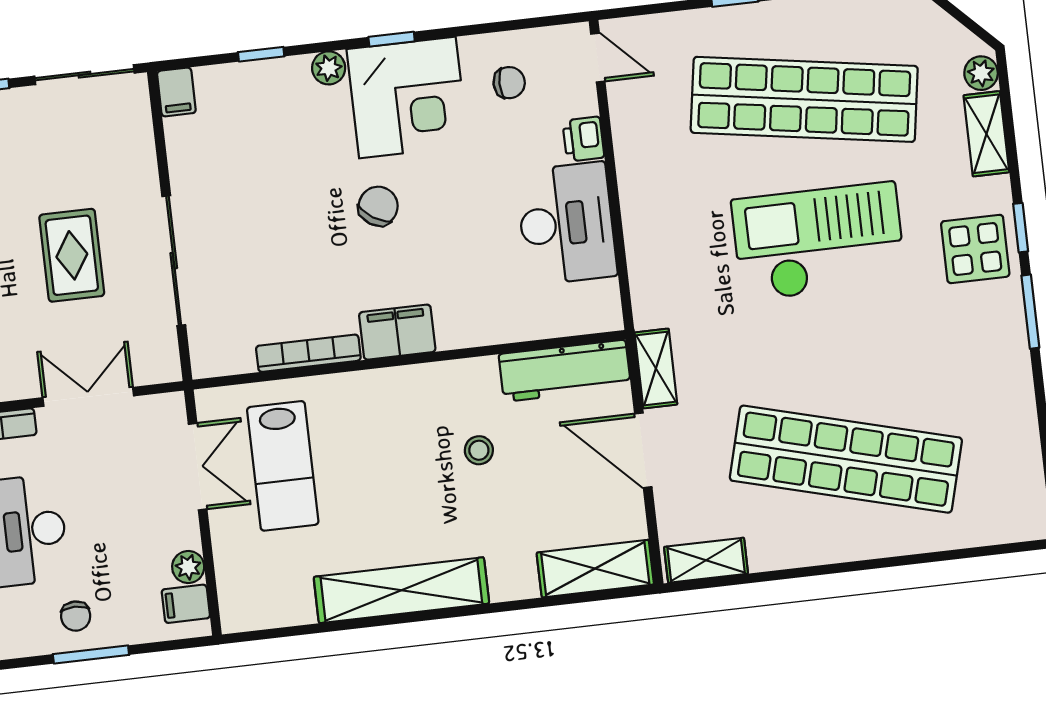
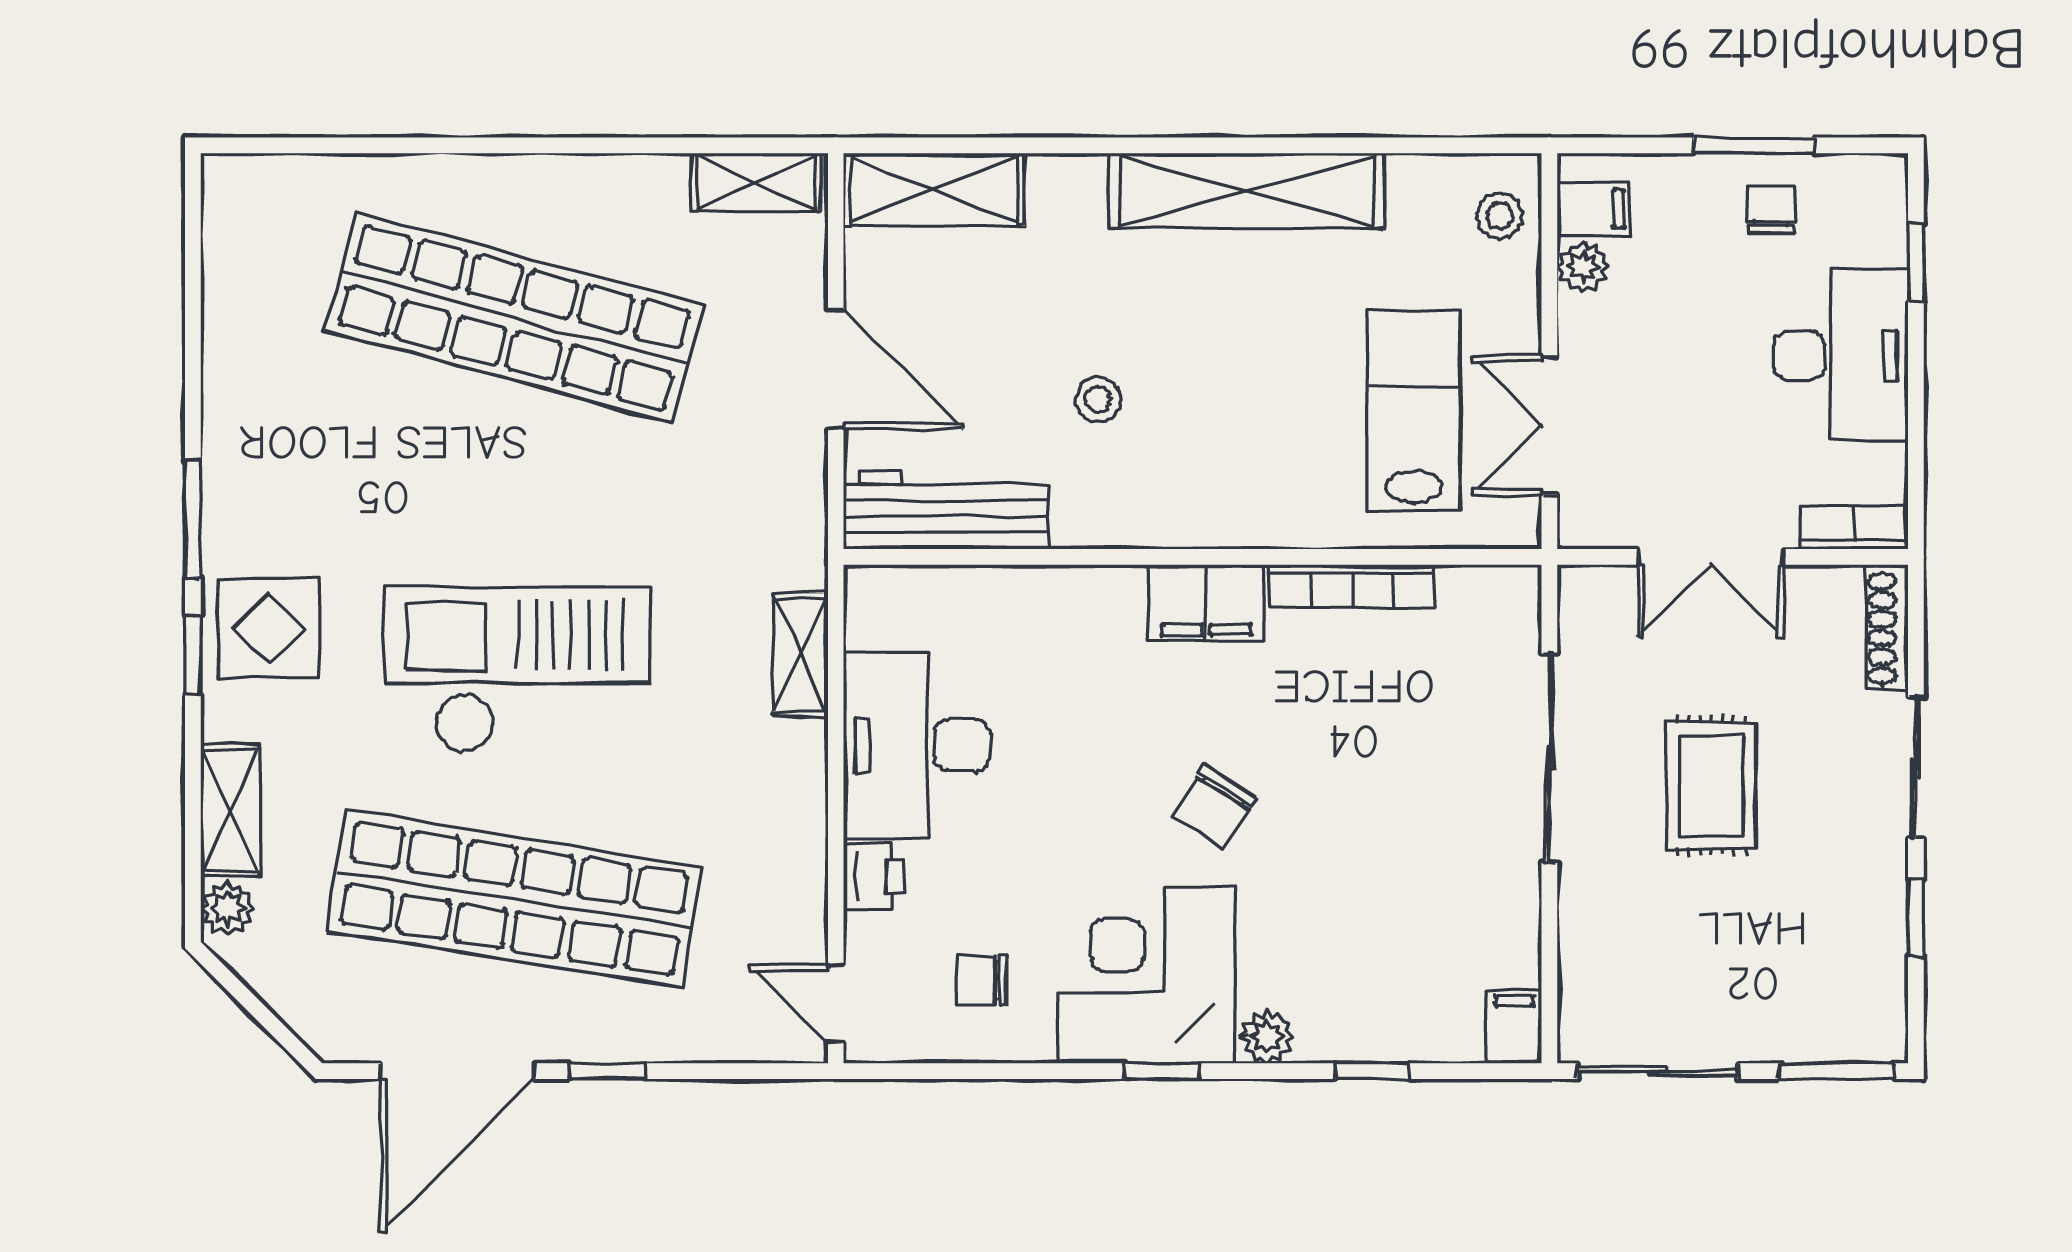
checkout: (819, 242) -> (518, 670), turned 180
shelving: (656, 368) -> (800, 655), moved
stool: (243, 593) -> (1500, 216), added

